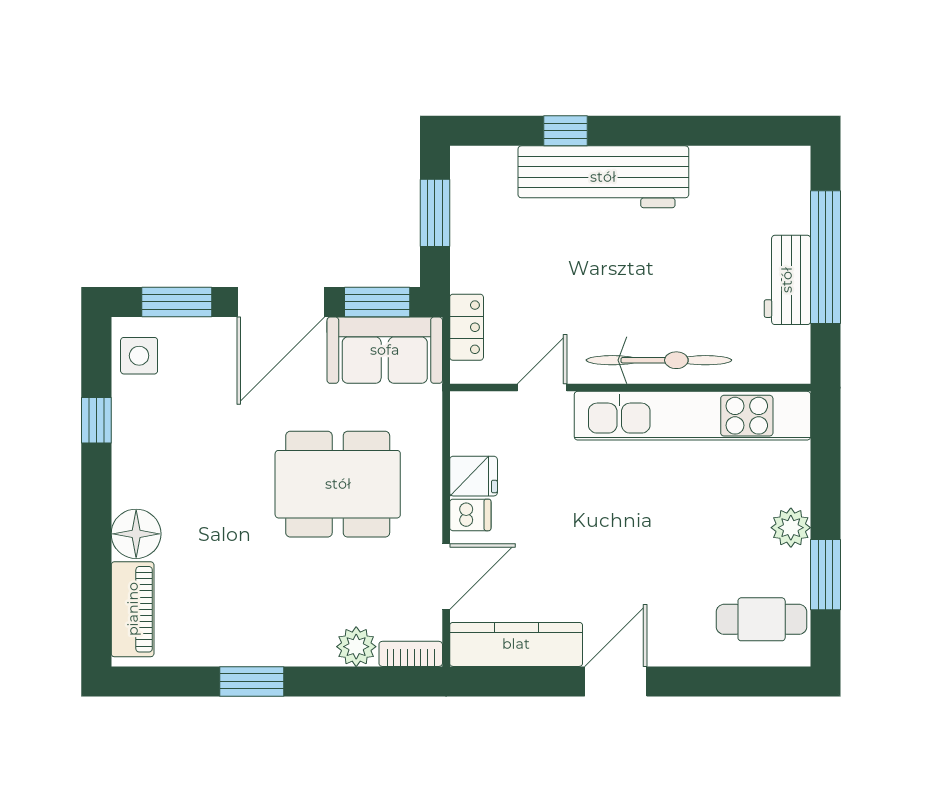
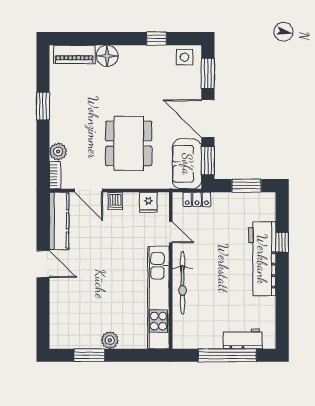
workbench: (787, 280) -> (243, 339), moved
fridge: (474, 476) -> (148, 202), moved
cafe table: (762, 619) -> (70, 327), removed

